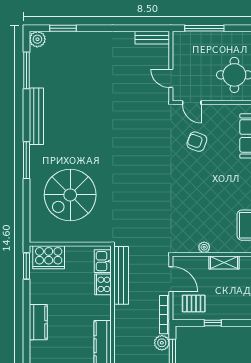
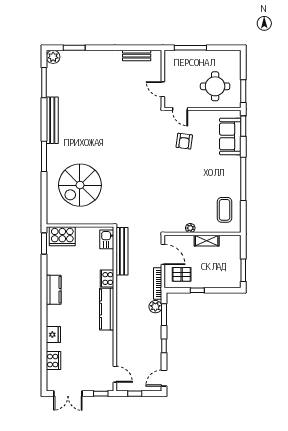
bench: (152, 38) -> (137, 56), moved
armchair: (197, 142) -> (184, 141), turned -103
cooker: (103, 284) -> (107, 279), moved

